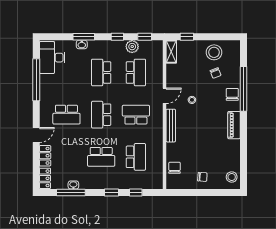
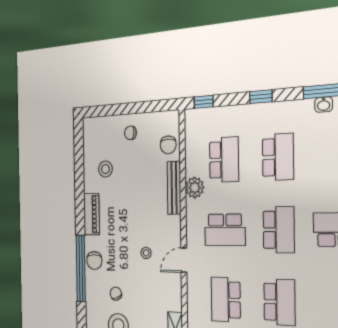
bench: (171, 126) -> (174, 188), moved
plant: (156, 141) -> (195, 188), added
school desk: (101, 157) -> (278, 157), turned 90
school desk: (136, 157) -> (224, 160), turned 180
stool: (232, 177) -> (105, 169), moved
window: (136, 193) -> (204, 102), moved

